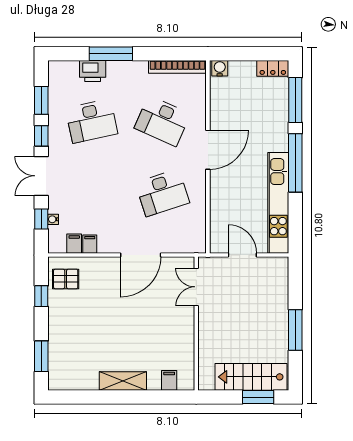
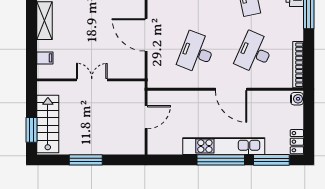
desk: (162, 193) -> (196, 53), turned 39
kitchen unit: (278, 203) -> (224, 146), moved
double door: (196, 287) -> (92, 80), moved

